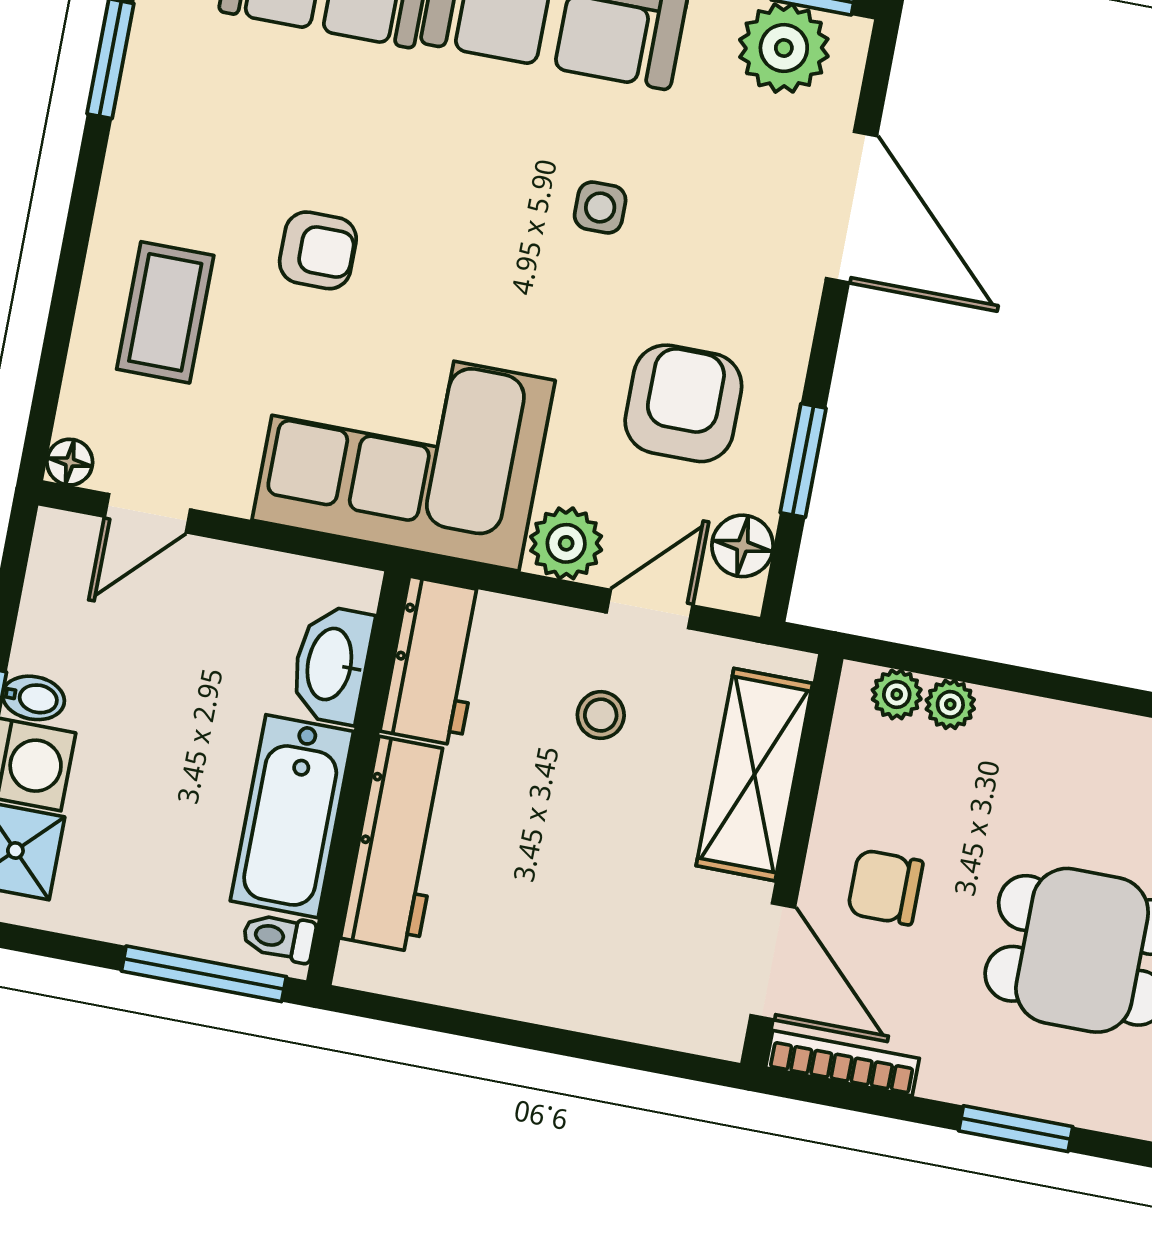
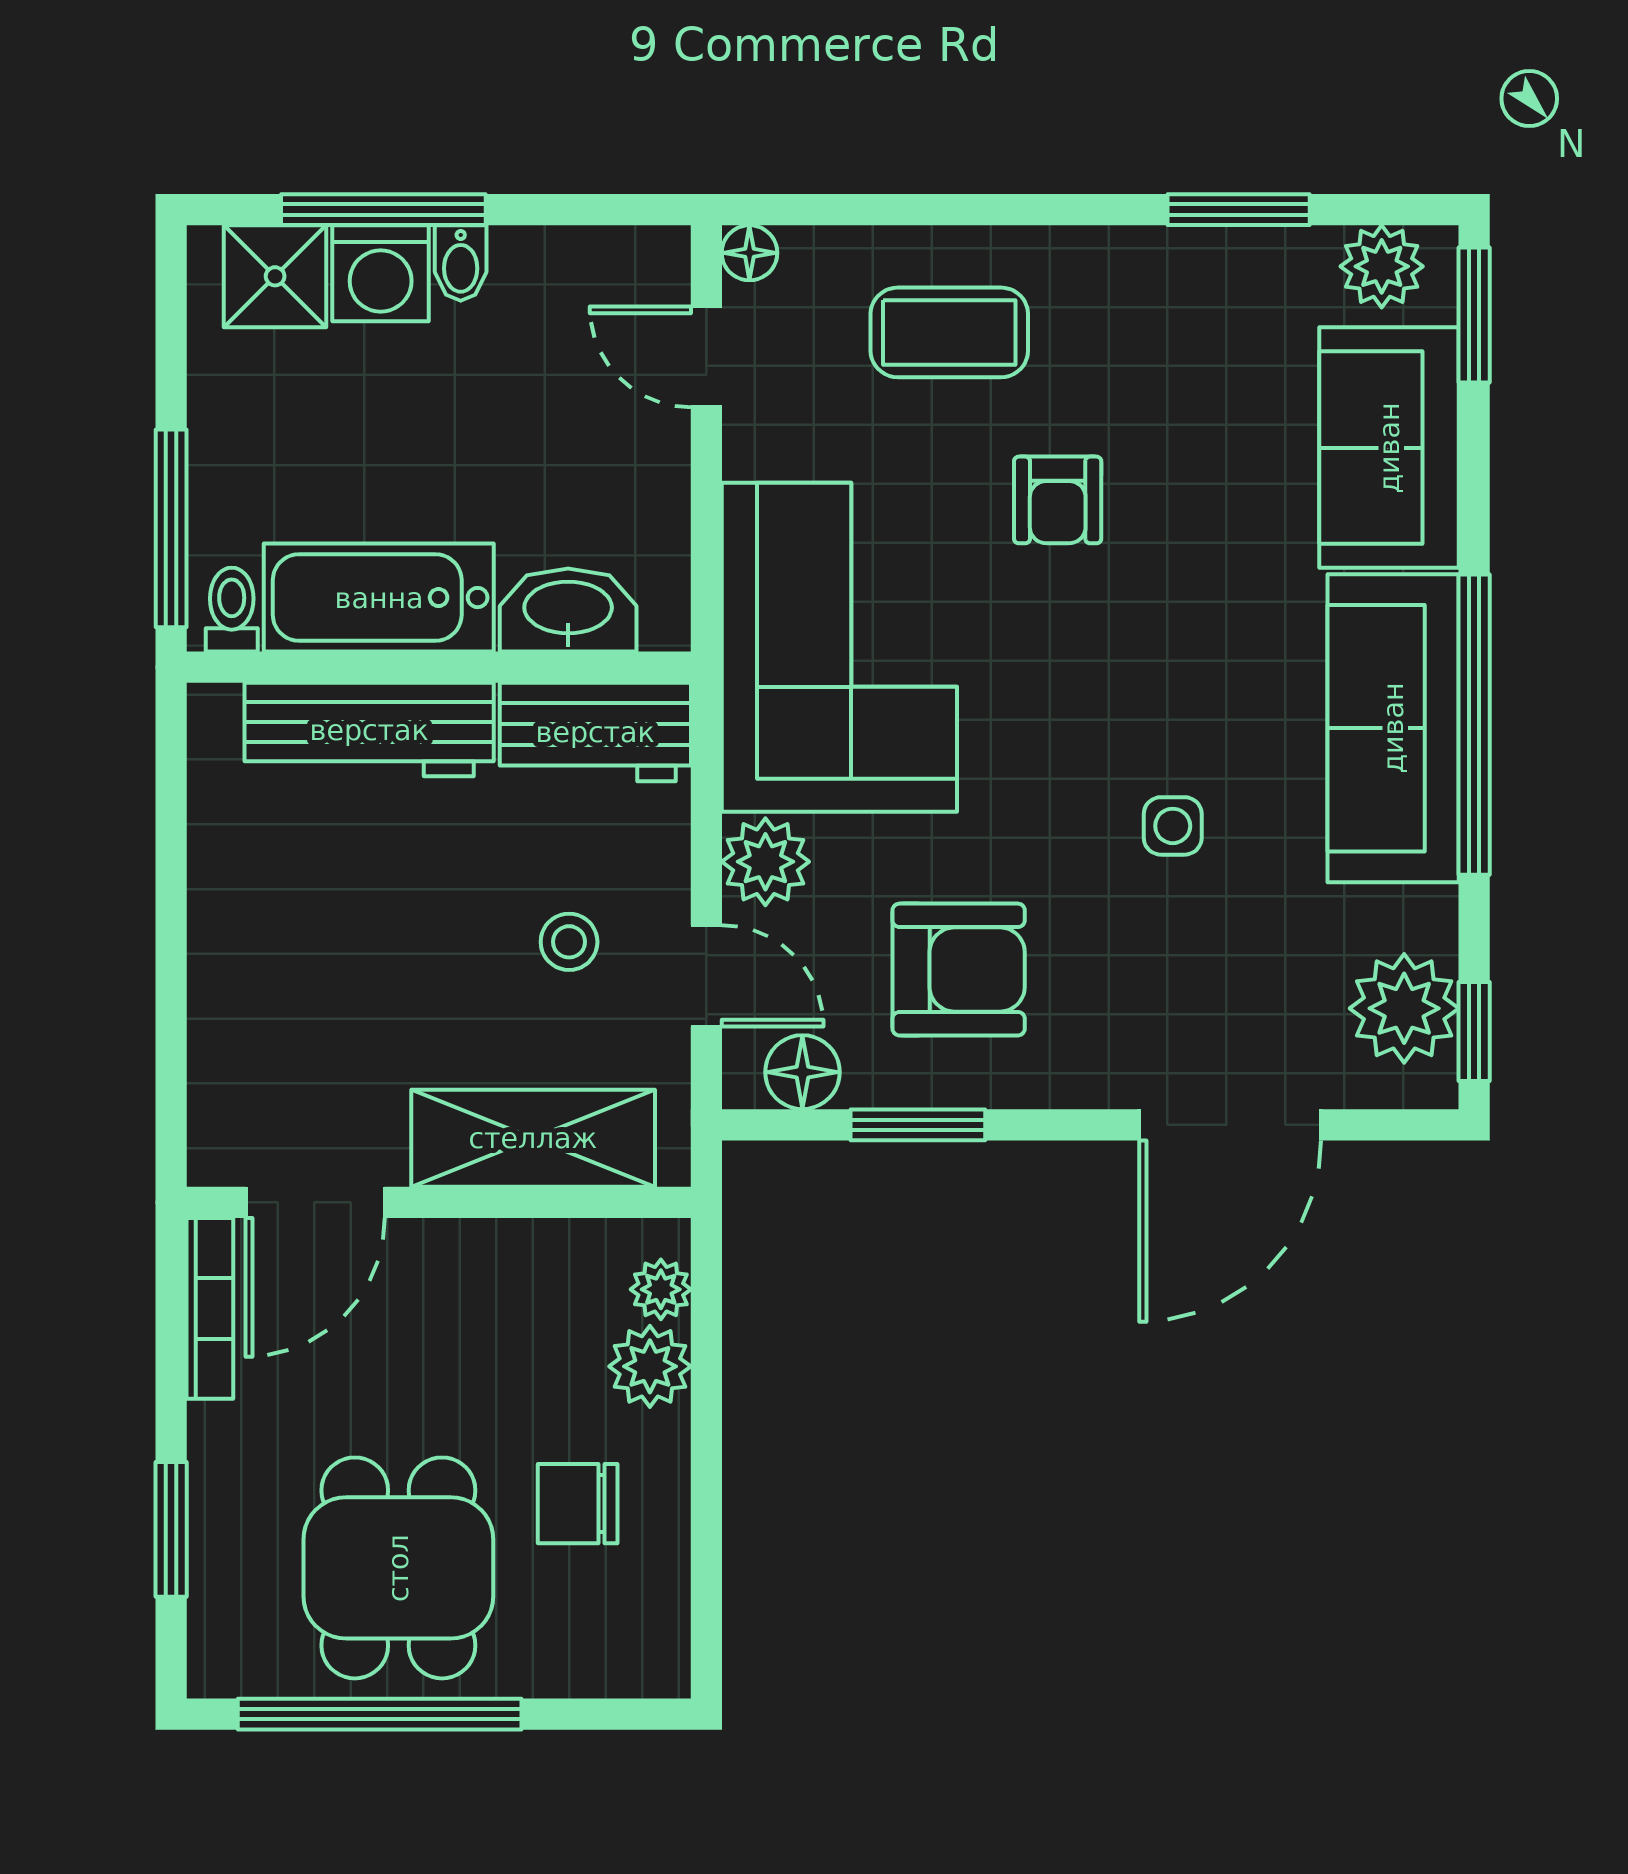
plant: (950, 704) -> (650, 1366), width x1.38, depth x1.38
chair: (885, 887) -> (578, 1504), moved, turned -90

